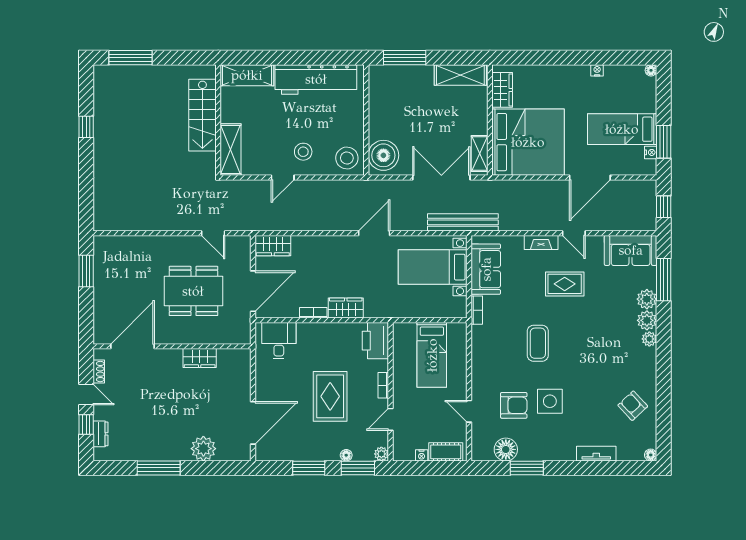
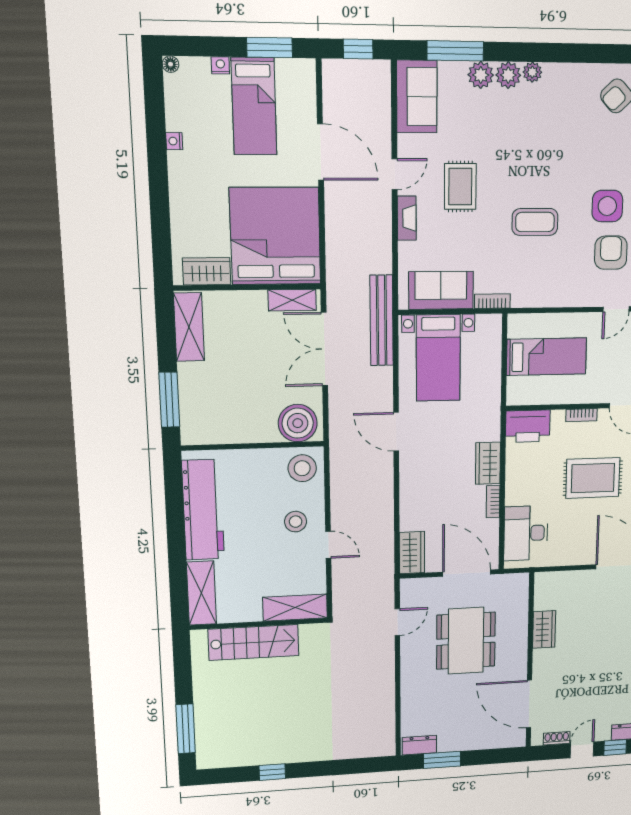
nightstand: (651, 152) -> (220, 65), moved
dresser: (101, 251) -> (419, 745), added
desk: (279, 341) -> (526, 533), width x1.37

